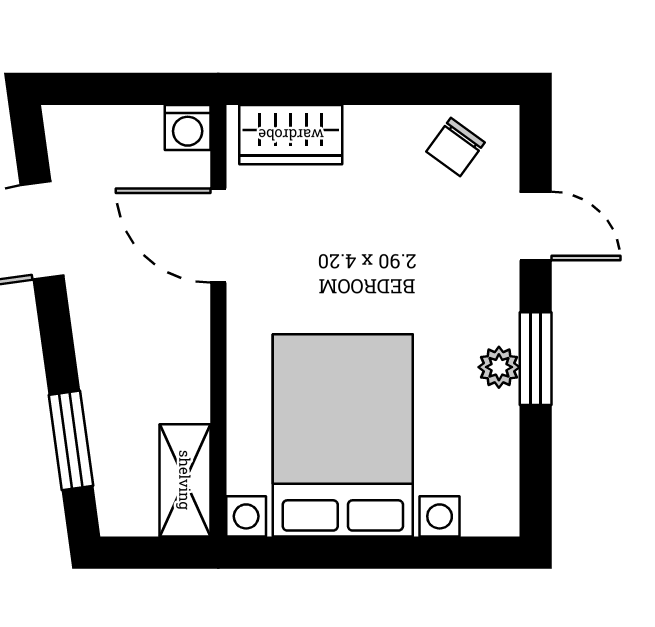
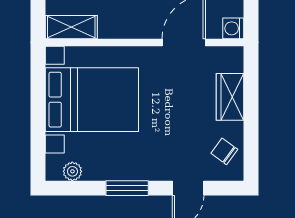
wardrobe: (291, 135) -> (230, 97), moved
plant: (499, 367) -> (72, 171), moved

